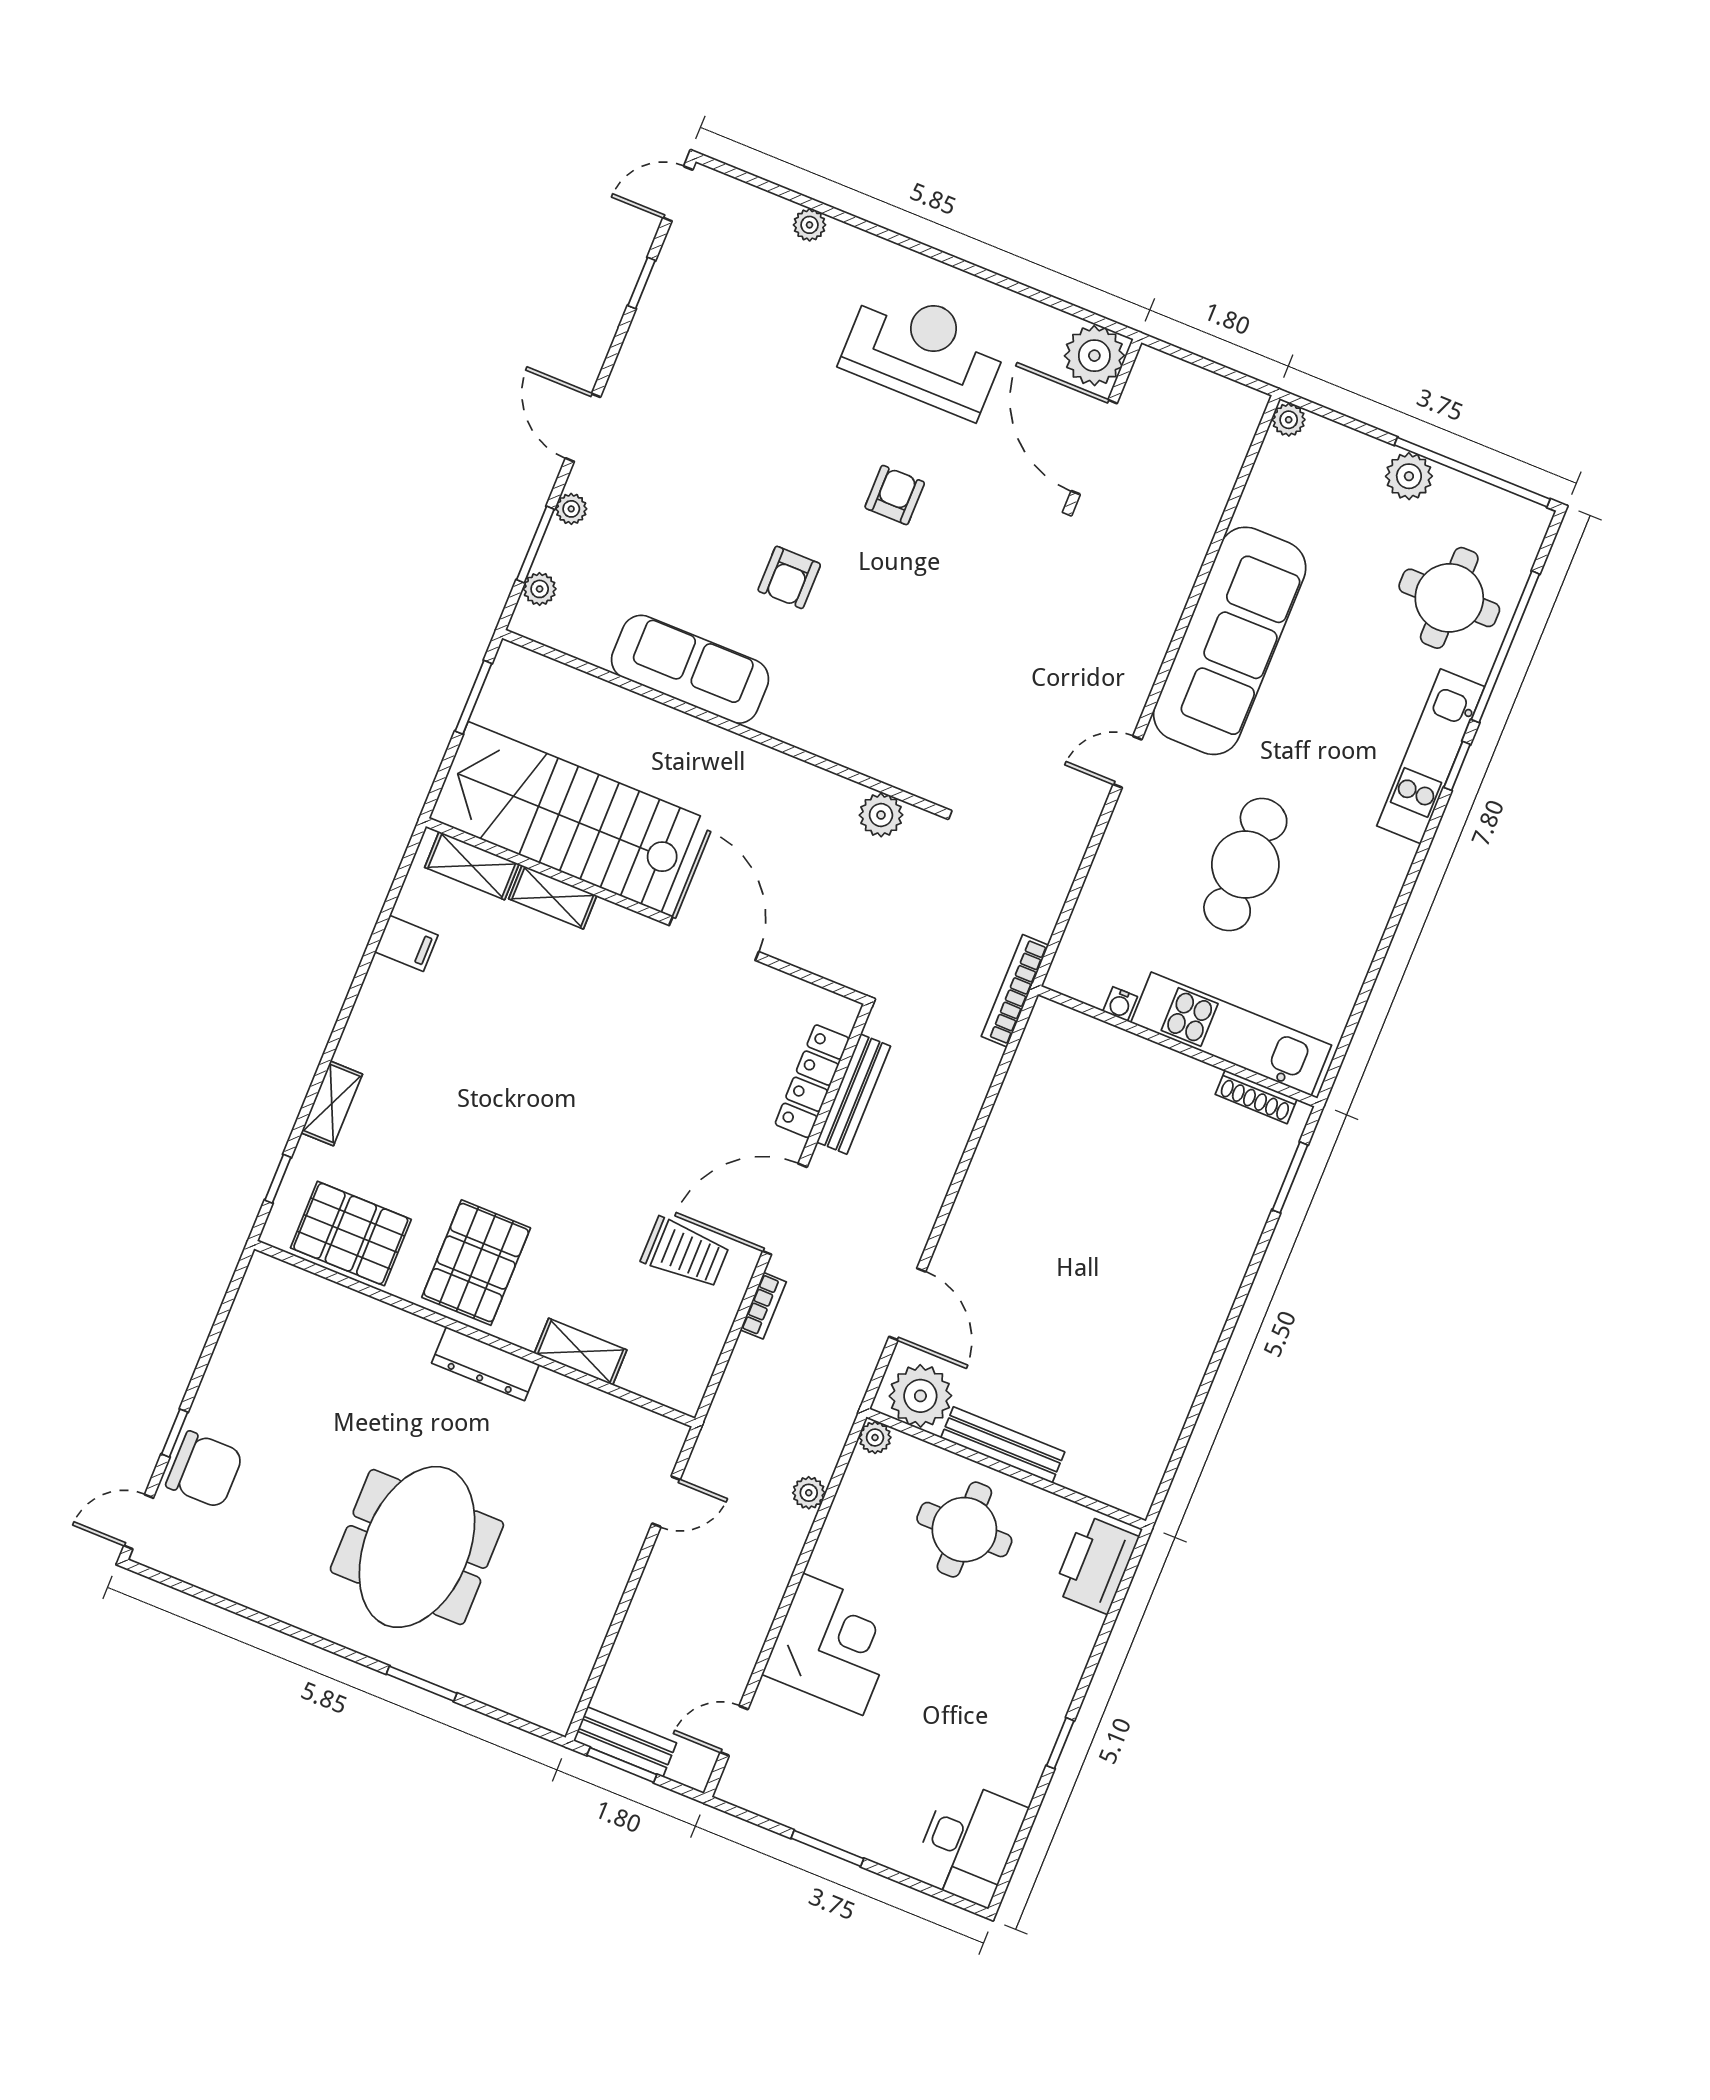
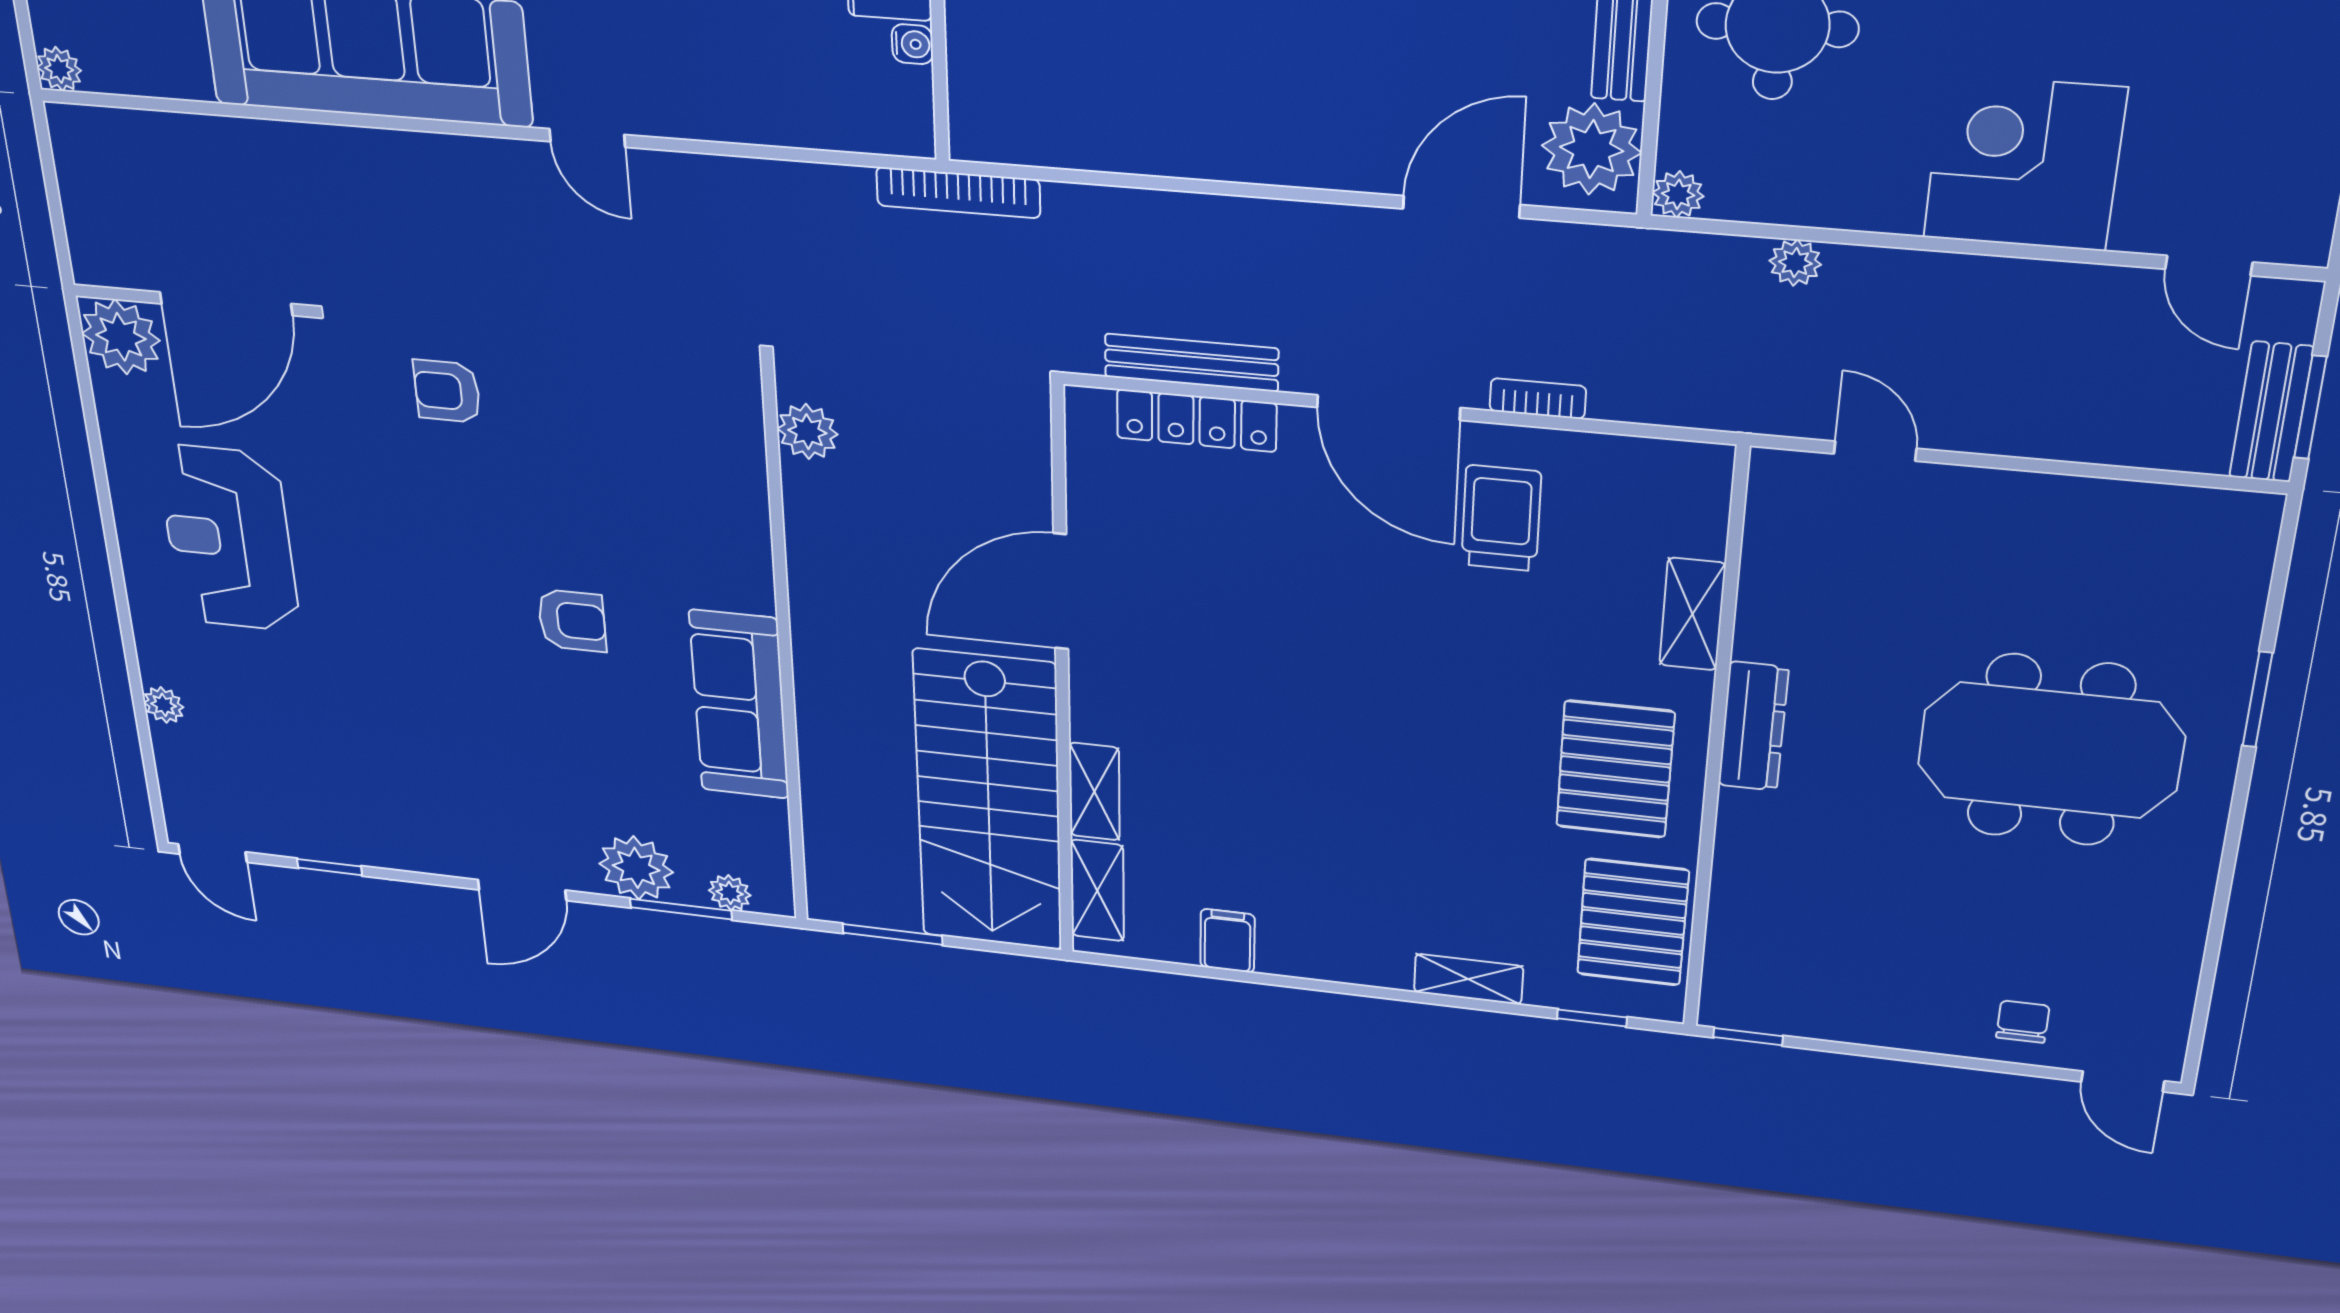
armchair: (895, 495) -> (447, 391), moved
plant: (571, 509) -> (636, 868), width x1.88, depth x1.88
pallet: (476, 1263) -> (1615, 769), turned 90
window: (175, 1433) -> (1748, 1037), moved
chair: (205, 1470) -> (2023, 1022), width x0.54, depth x0.54

